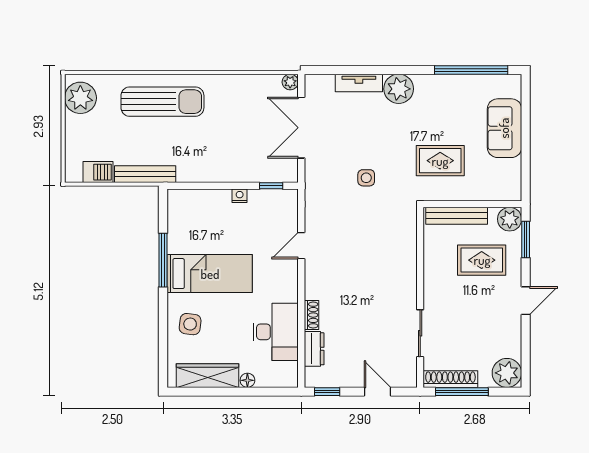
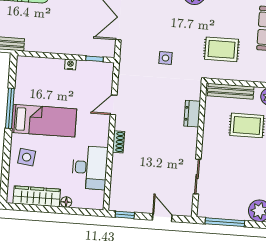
shoe rack: (311, 315) -> (118, 142), moved
dresser: (314, 349) -> (192, 114), moved, turned 180
shoe rack: (450, 379) -> (217, 212), removed

